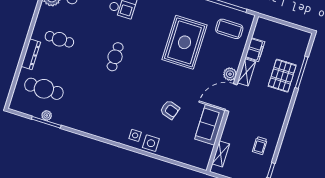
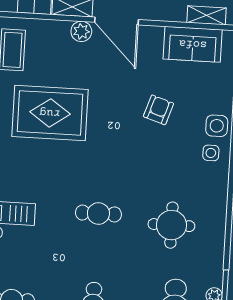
round table: (97, 100) -> (171, 225), added
sofa: (210, 125) -> (193, 44), moved

